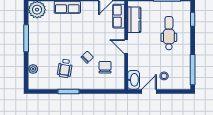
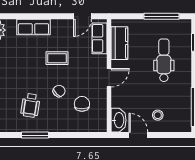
coffee table: (86, 32) -> (57, 58), added
door: (126, 47) -> (109, 78), swing flipped
door: (149, 92) -> (138, 135), hinge flipped

